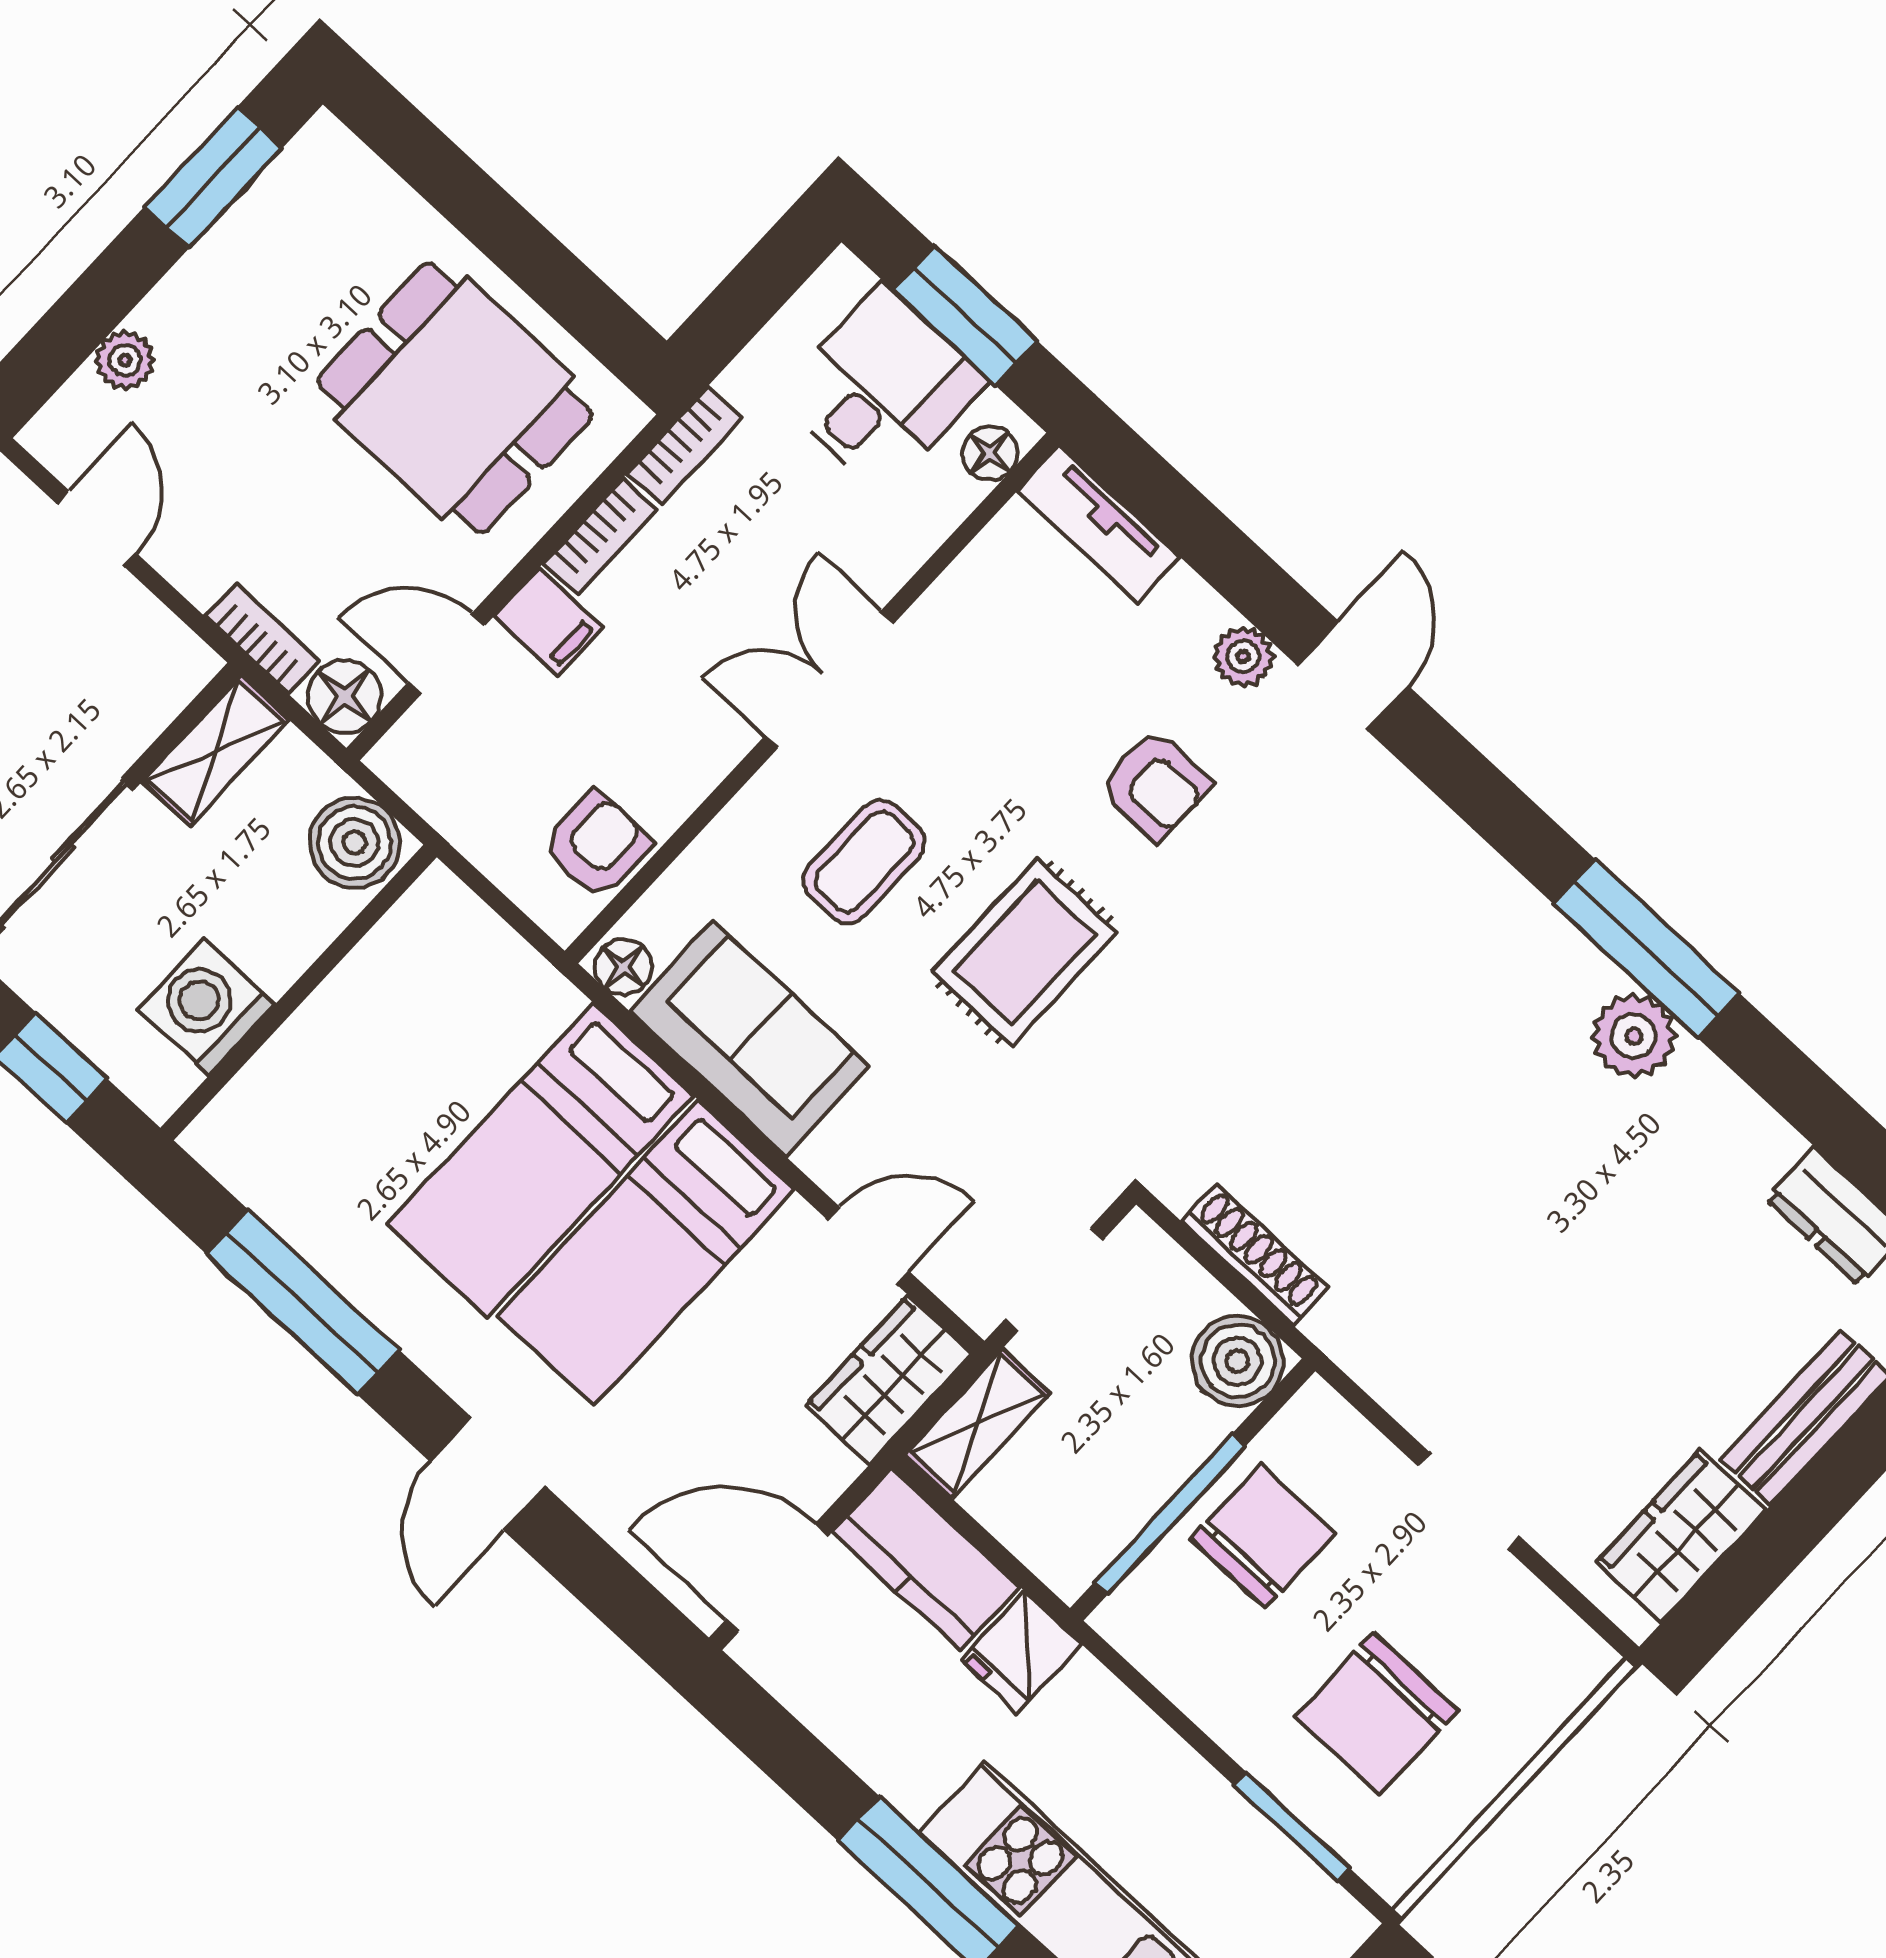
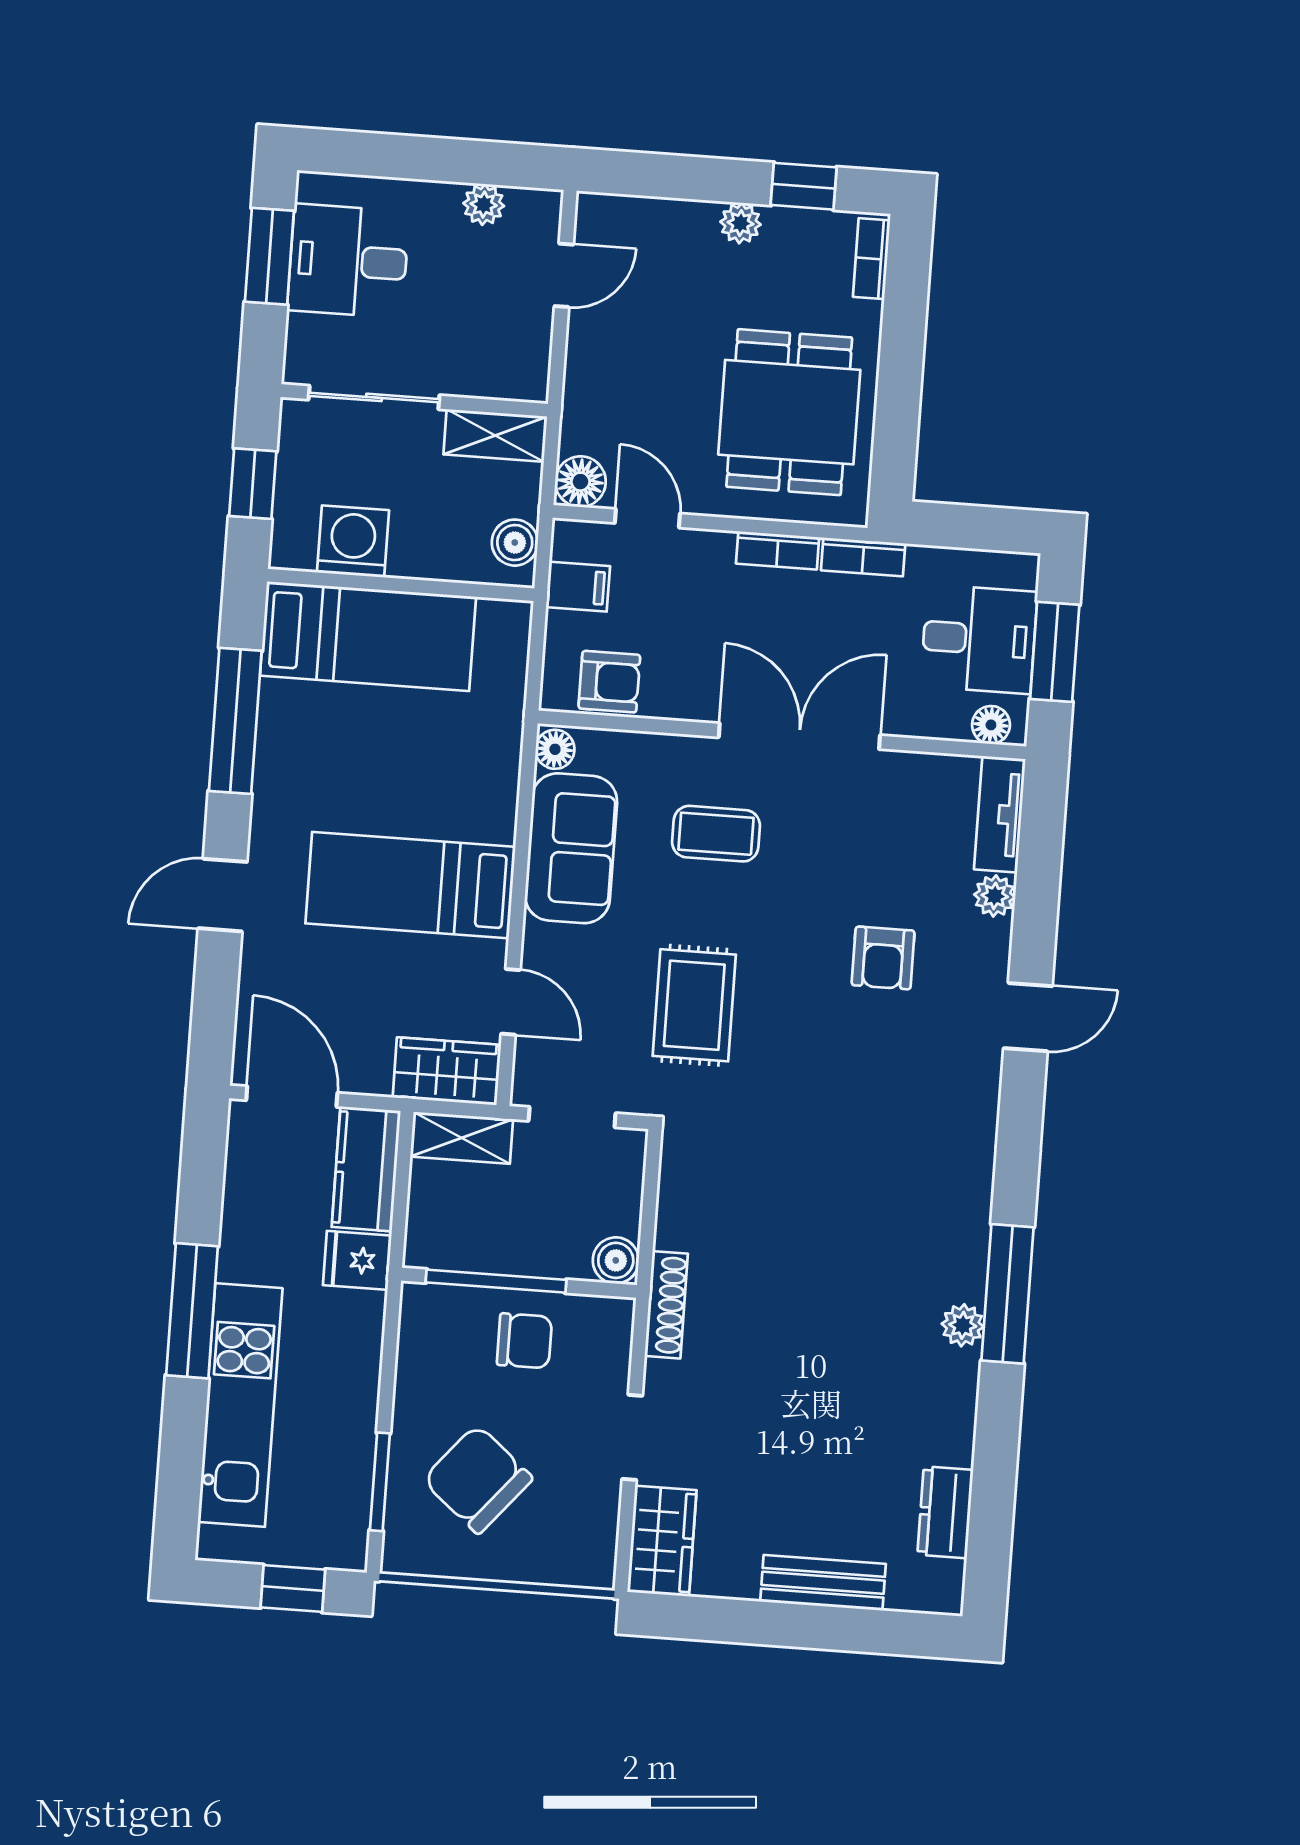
window: (213, 178) -> (804, 186), width x0.67
plant: (125, 361) -> (740, 223), moved
filing cabinet: (549, 622) -> (578, 587), moved, turned -90
bookcase: (262, 639) -> (872, 259), moved, turned 180
plant: (1243, 656) -> (995, 896), moved
double door: (829, 679) -> (799, 736), width x1.37
boiler: (355, 843) -> (515, 543), width x0.73, depth x0.73
rug: (1024, 952) -> (694, 1005), moved, turned 90
plant: (1634, 1036) -> (963, 1325), width x0.73, depth x0.73
bed: (540, 1160) -> (368, 636), moved, turned 180
shoe rack: (1254, 1254) -> (666, 1305), moved
boiler: (1238, 1361) -> (616, 1260), width x0.73, depth x0.73
chair: (1263, 1536) -> (524, 1341), width x0.73, depth x0.73
wardrobe: (1681, 1536) -> (662, 1541), moved, turned 90
chair: (1377, 1714) -> (478, 1479), turned 40

